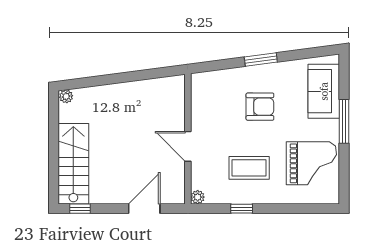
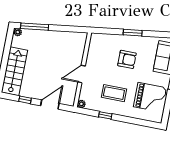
window: (93, 82) -> (35, 27), added
door: (188, 146) -> (82, 74), hinge flipped
window: (80, 209) -> (25, 100), moved

